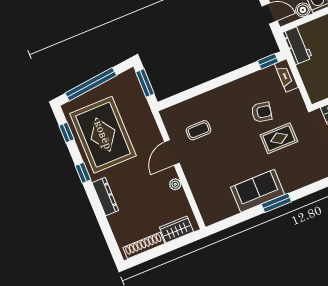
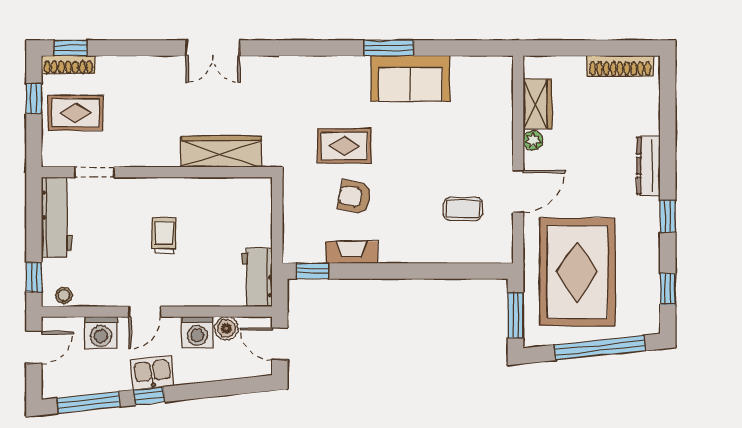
fireplace: (286, 76) -> (352, 252), moved, turned -90
rug: (103, 135) -> (577, 272), moved
wardrobe: (176, 230) -> (538, 104), moved, turned -90

